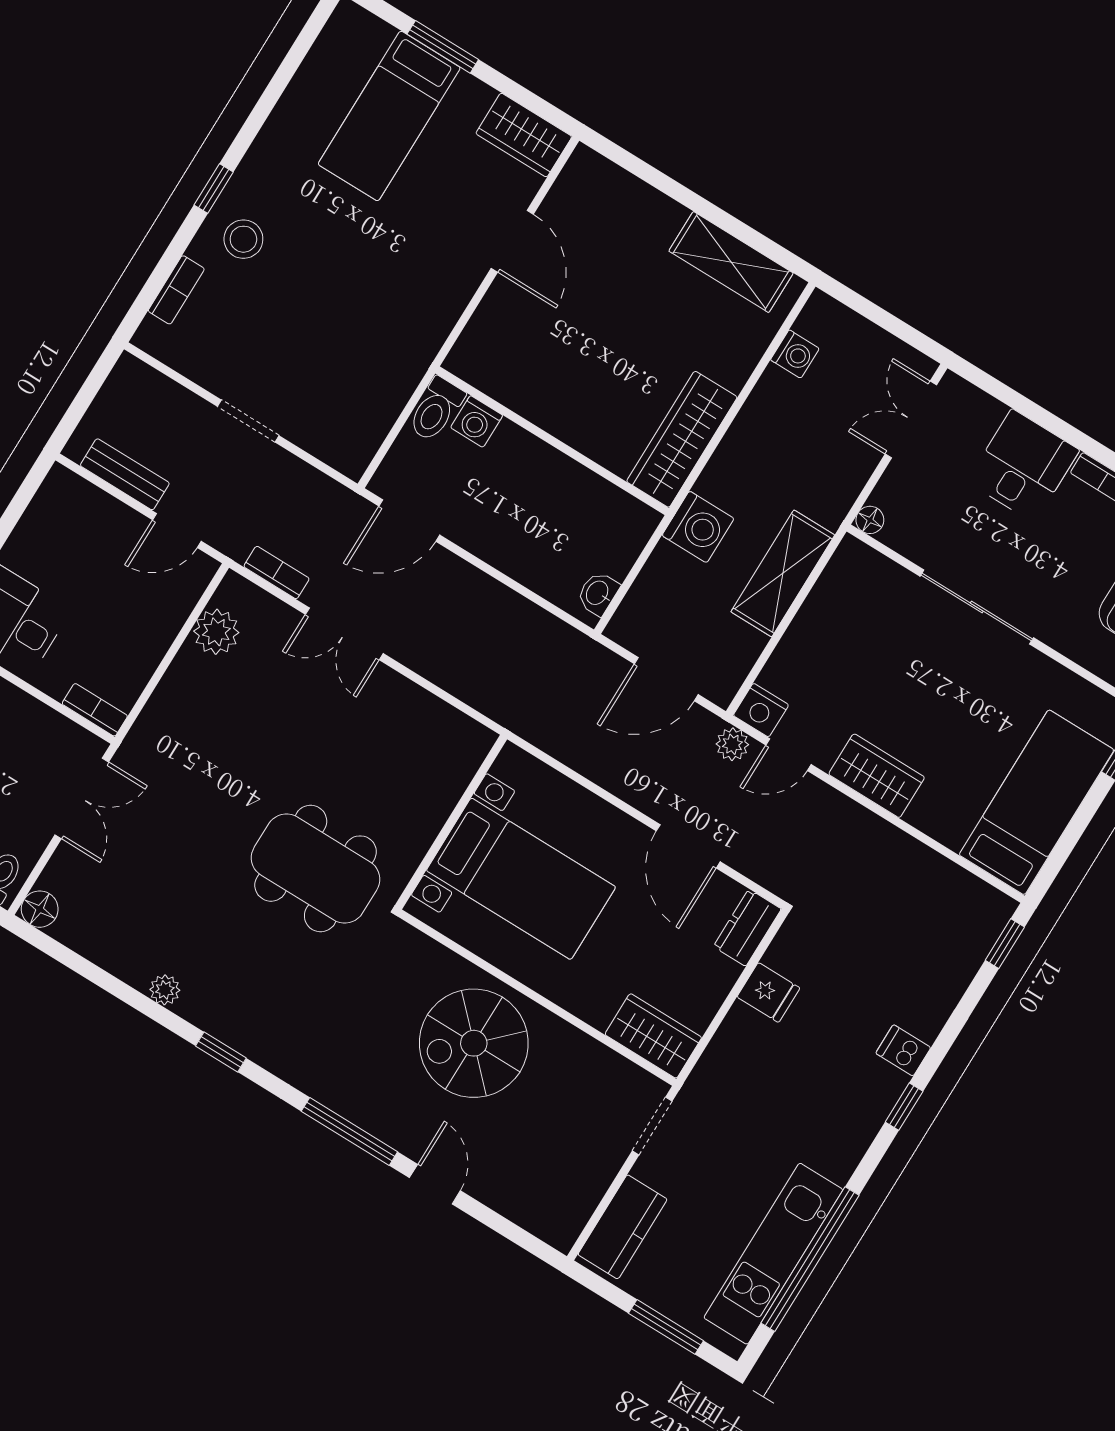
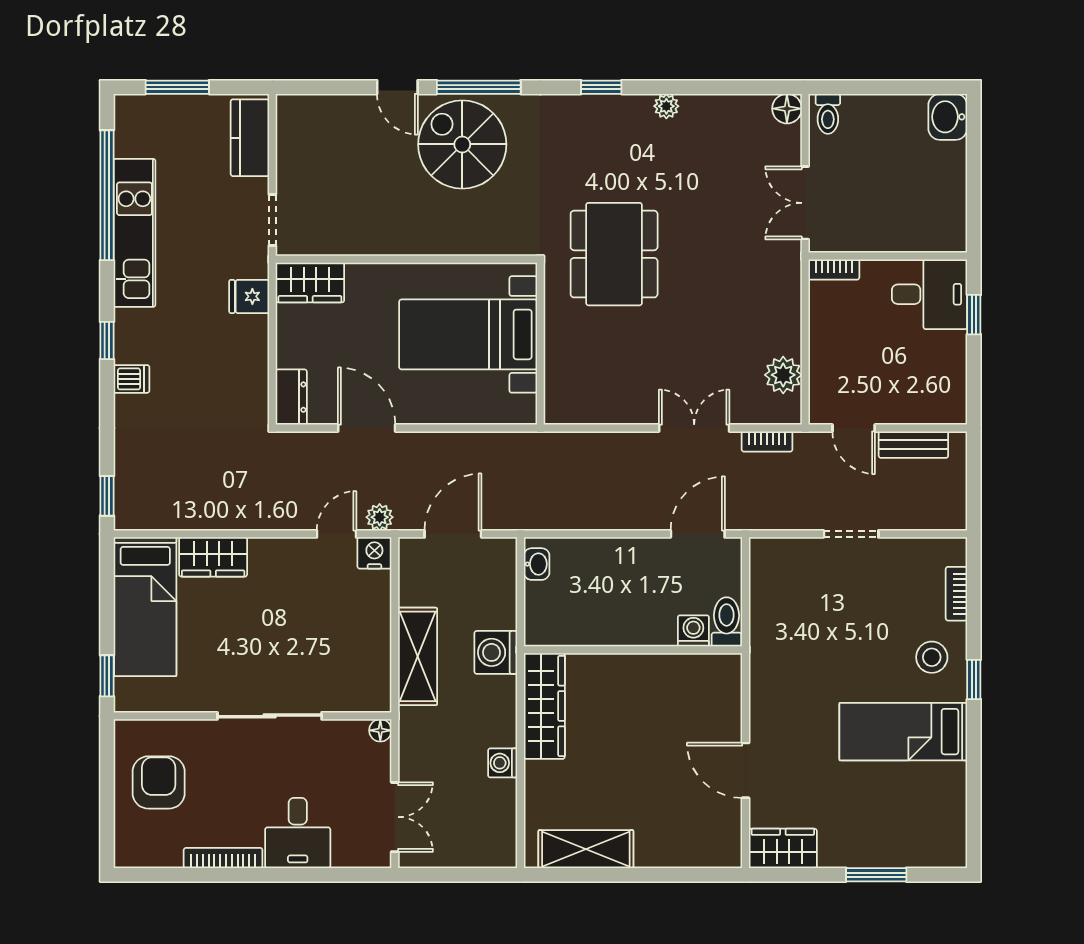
bed: (389, 116) -> (903, 732), moved, turned -90
washing machine: (795, 354) -> (503, 763), moved
door: (177, 530) -> (854, 428), swing flipped
wardrobe: (877, 776) -> (213, 557), moved
dining table: (316, 869) -> (614, 254), turned 90
fridge: (768, 992) -> (249, 296), moved
spiral stairs: (474, 1043) -> (462, 144), moved, turned -90
kitchen unit: (773, 1254) -> (134, 233), moved

